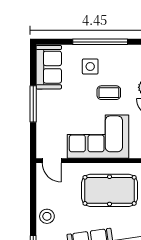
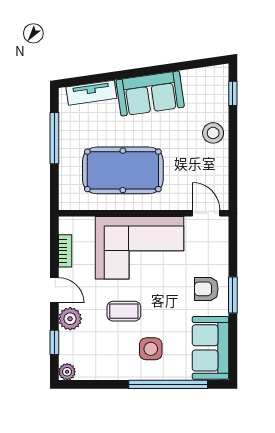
window: (100, 42) -> (168, 384), moved
window: (33, 104) -> (233, 295), width x0.69
armchair: (52, 108) -> (206, 289), added

